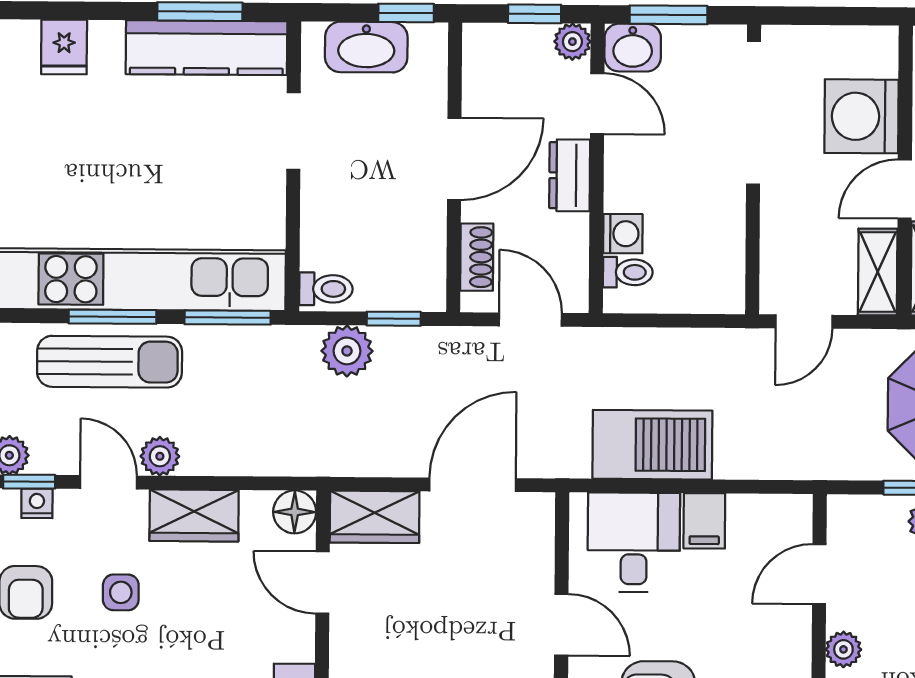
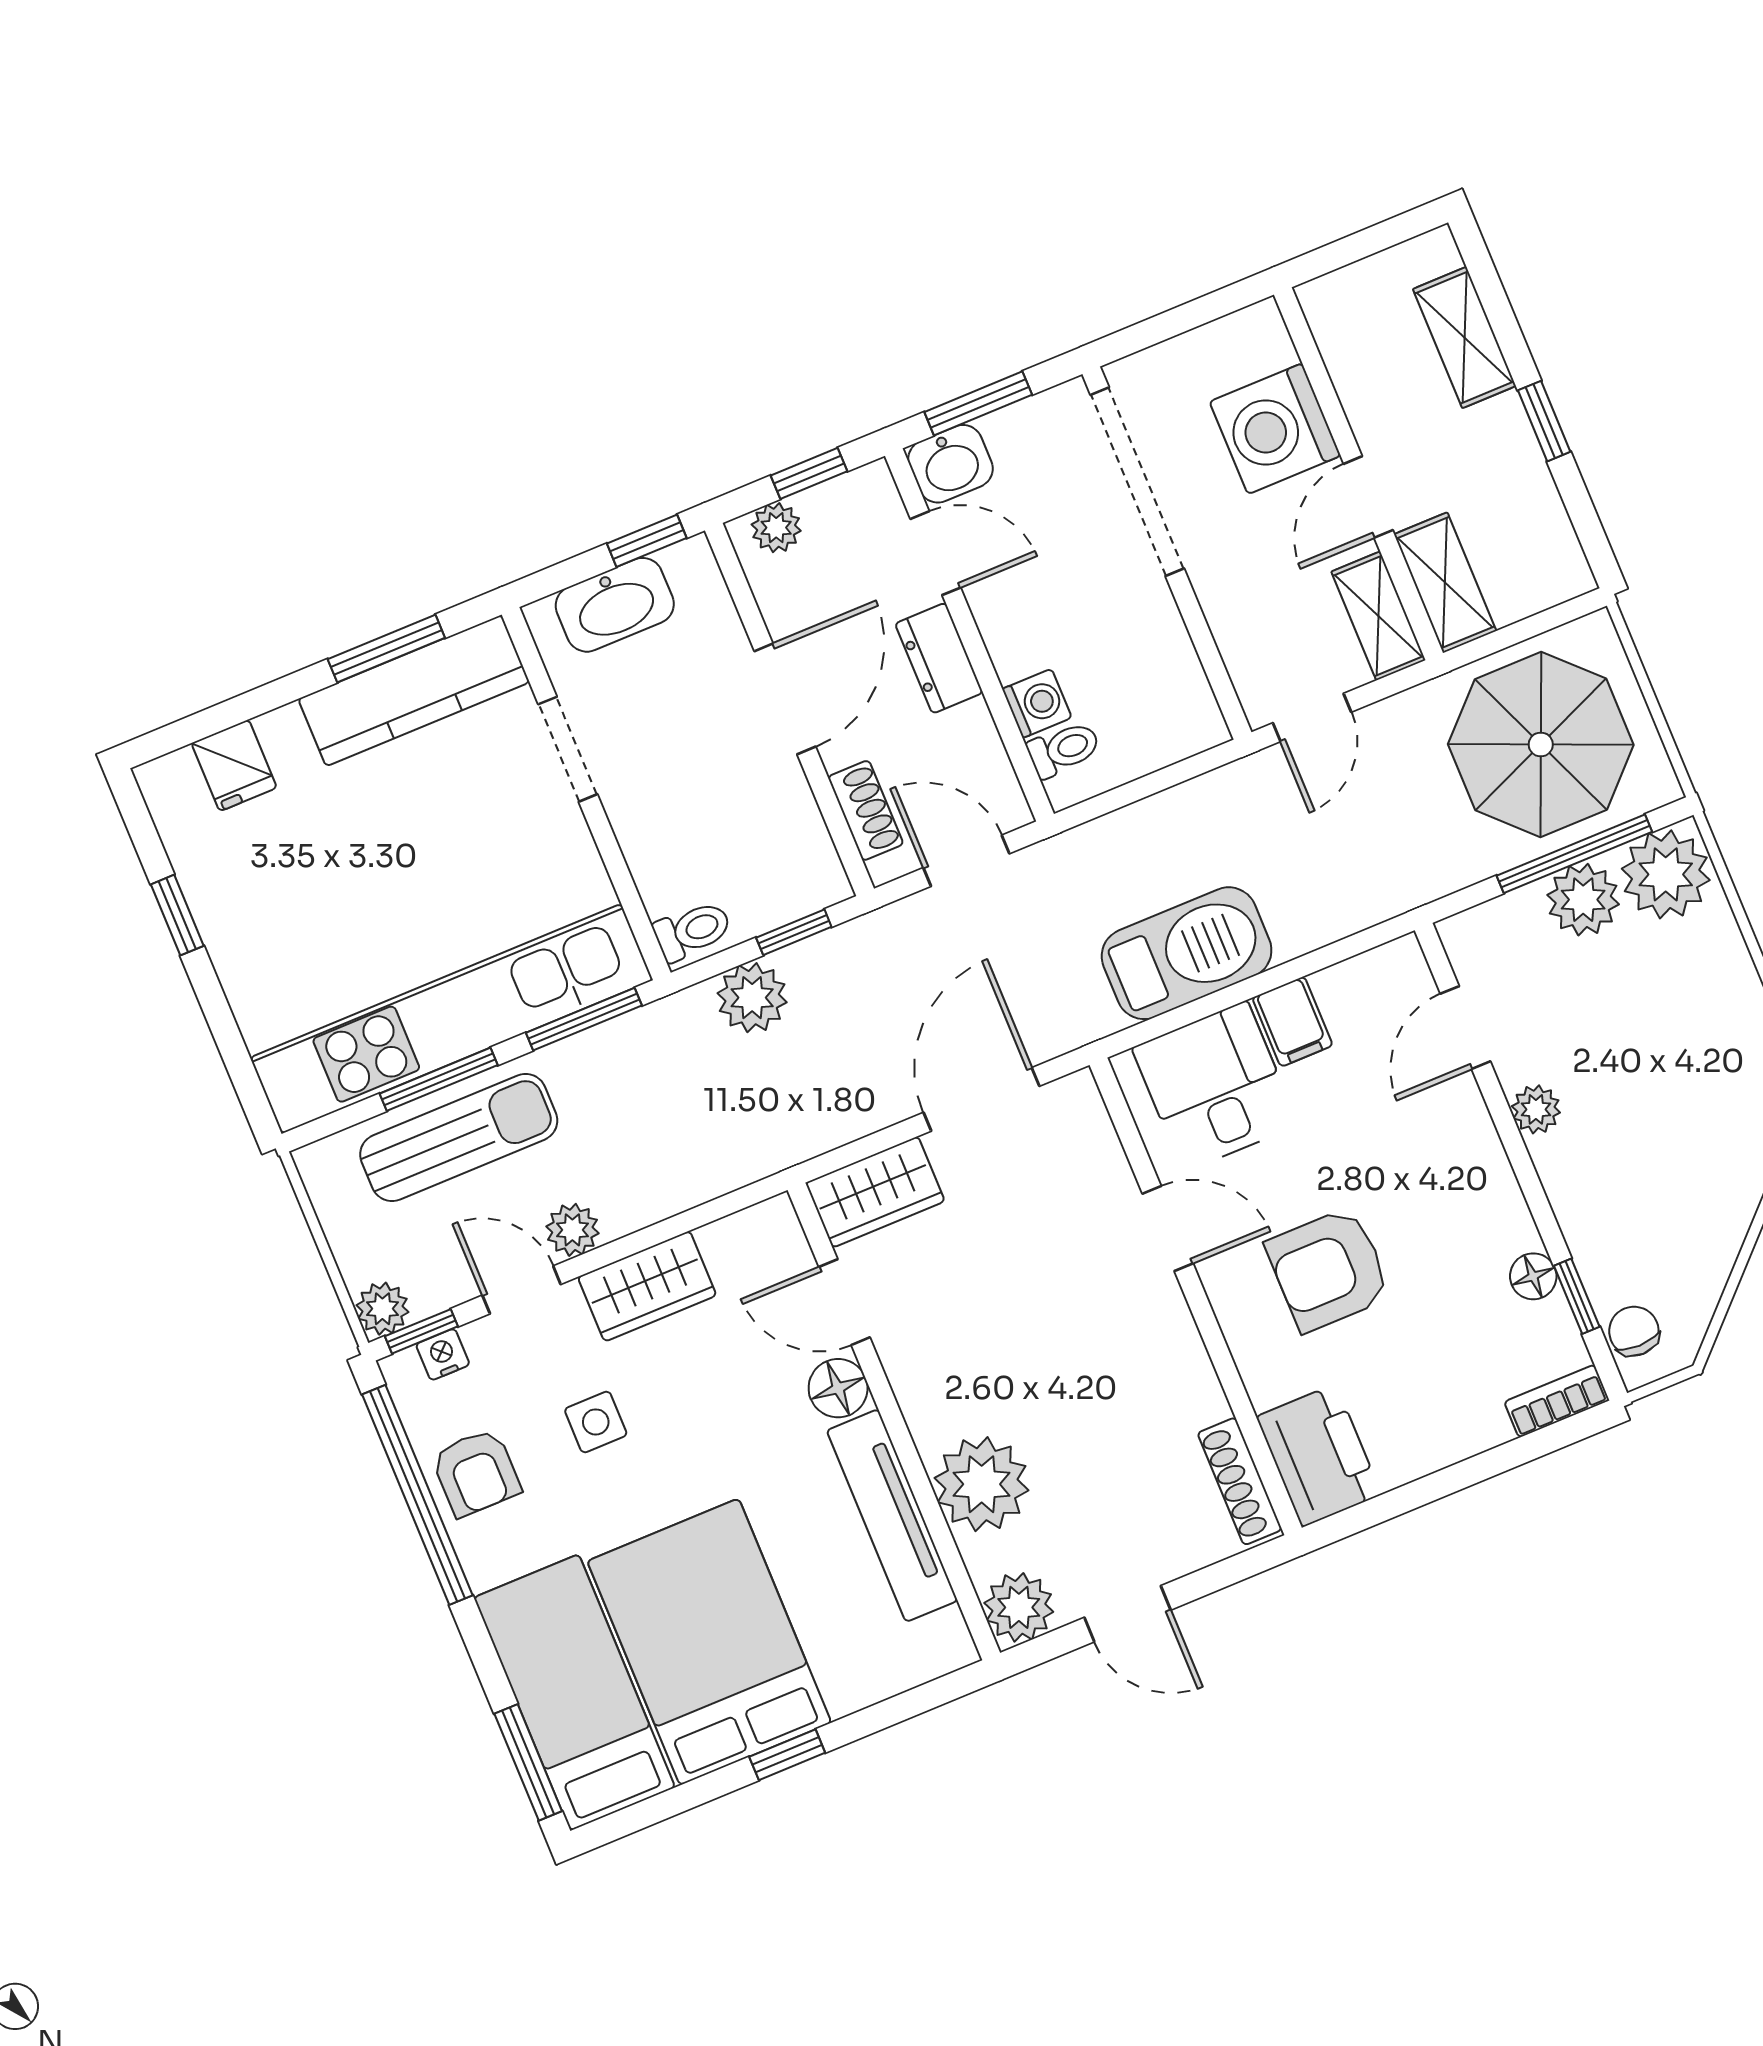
plant: (572, 42) -> (776, 528), moved
floor lamp: (295, 512) -> (838, 1388), moved

